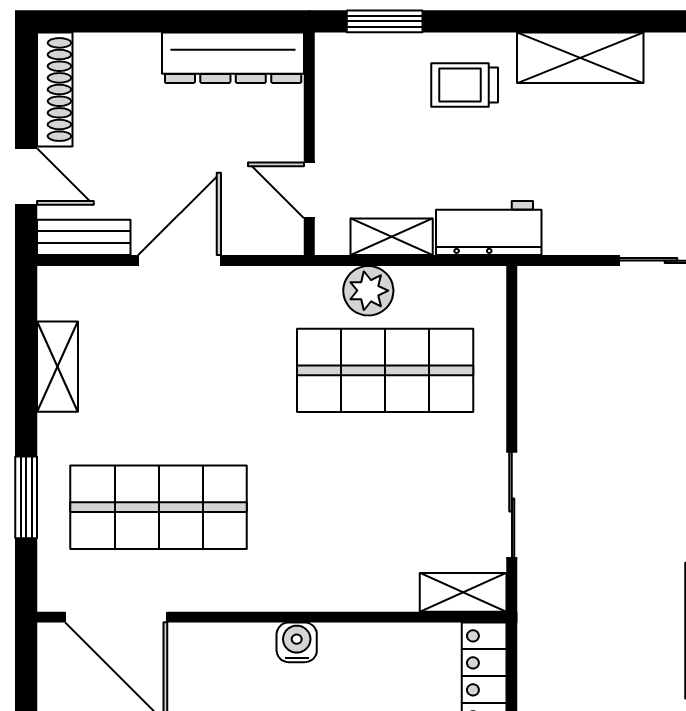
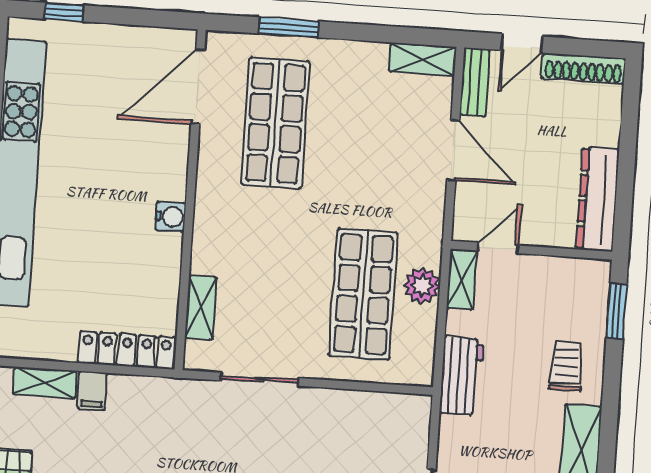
shelving: (392, 237) -> (462, 279), moved
shelving: (58, 367) -> (423, 59), moved
shelving: (463, 592) -> (201, 307), moved

